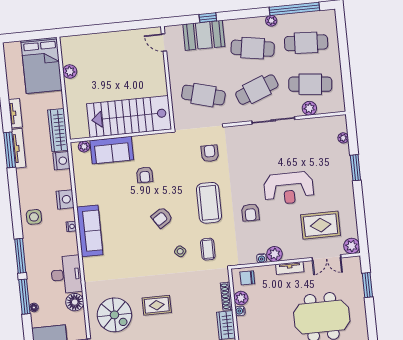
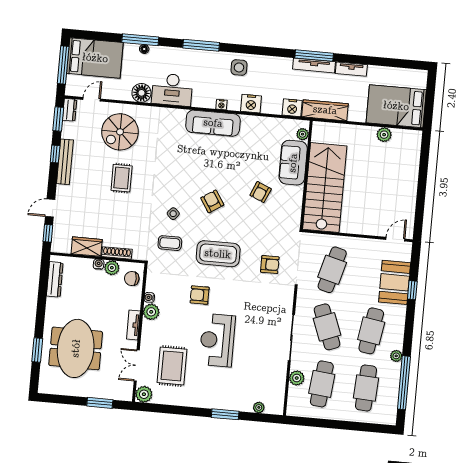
armchair: (145, 175) -> (261, 192), turned -67
chair: (247, 278) -> (132, 279), turned -90
window: (24, 297) -> (140, 40), moved

